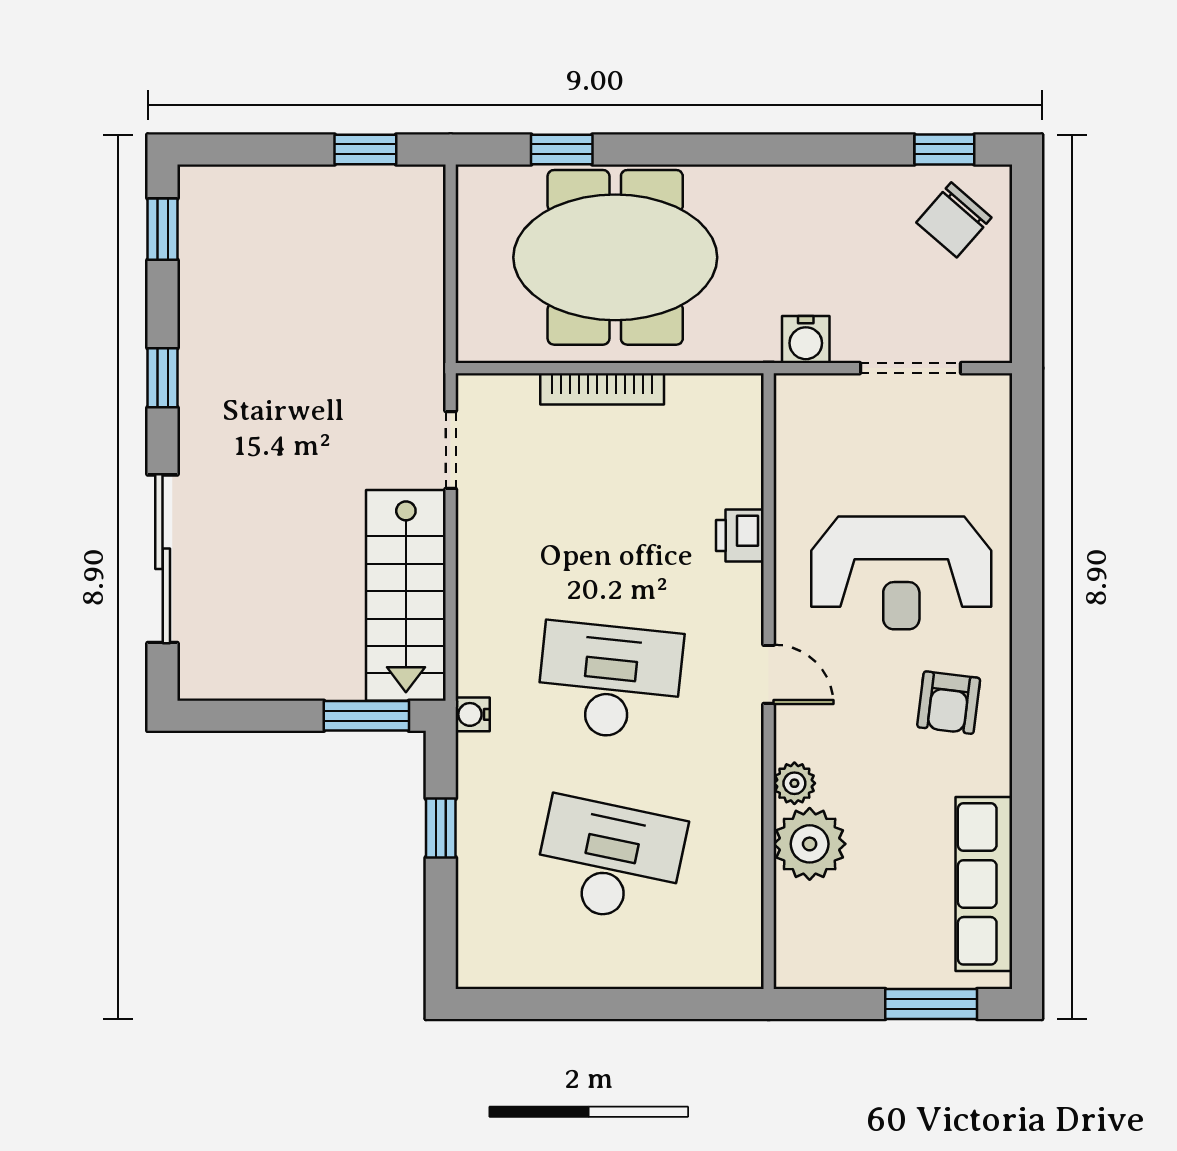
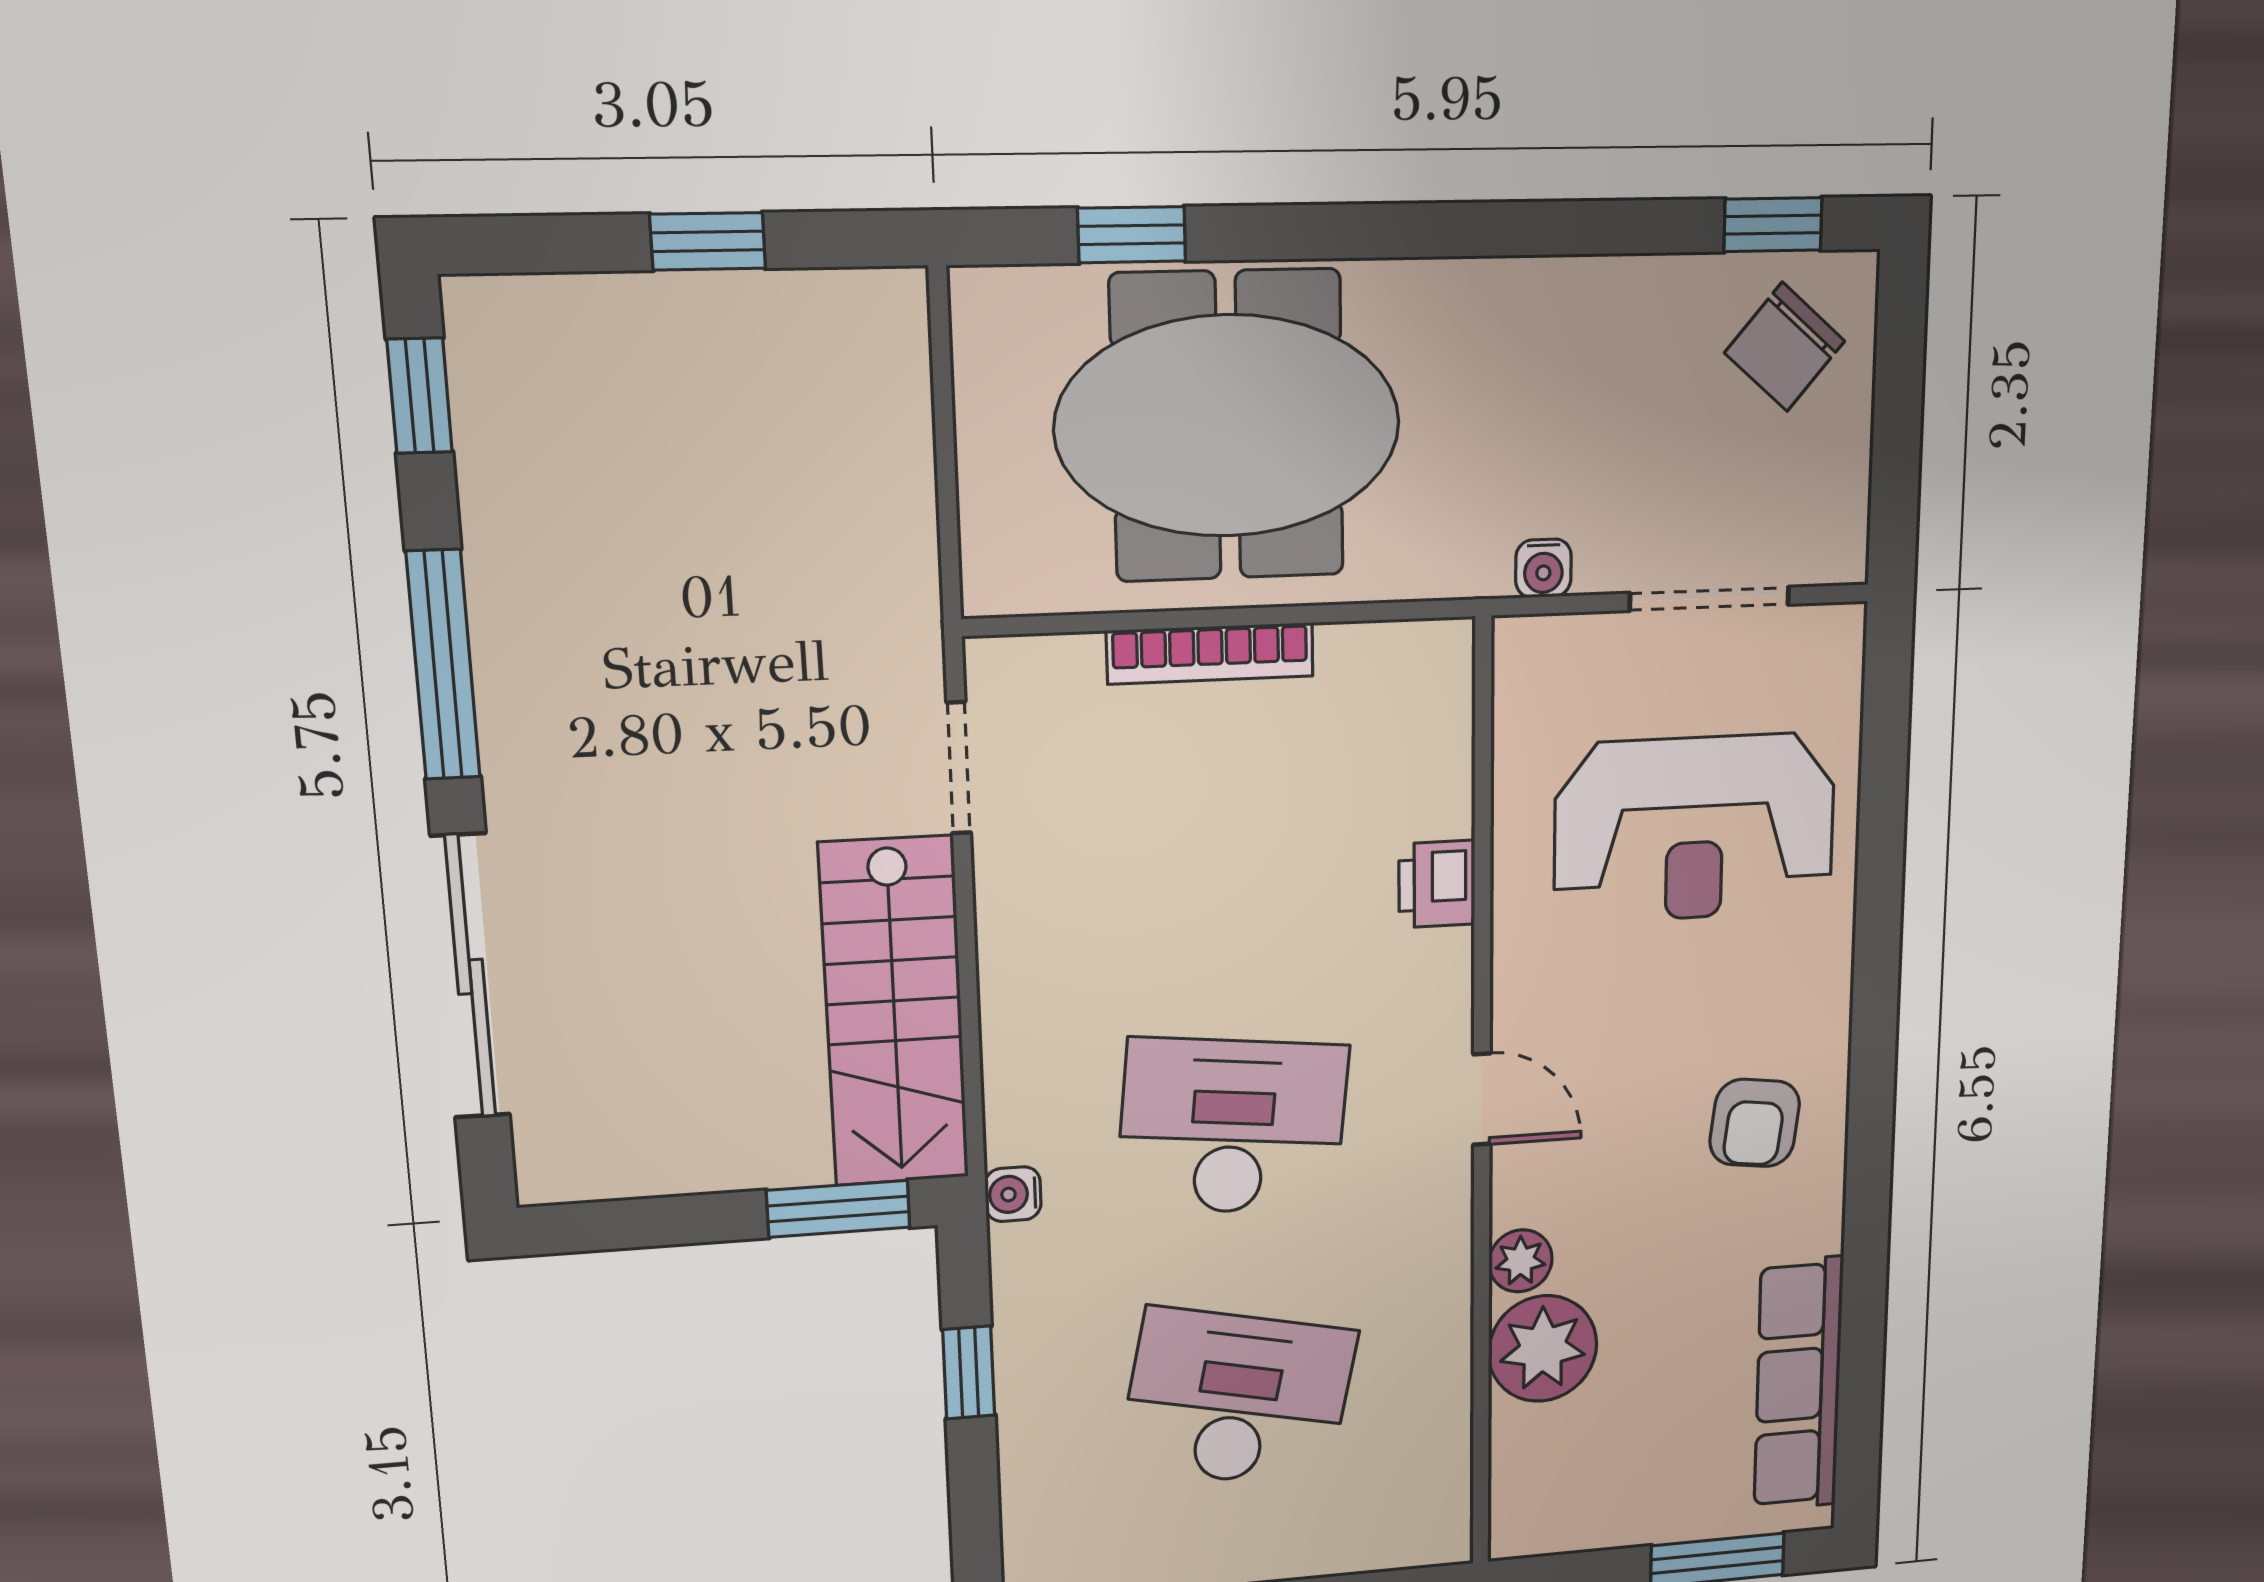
window: (365, 149) -> (708, 241), moved
water cooler: (806, 339) -> (1543, 568), width x0.72, depth x0.72
window: (163, 378) -> (443, 665), width x2.17
reception desk: (901, 573) -> (1695, 828), moved

